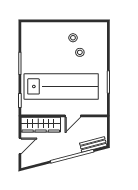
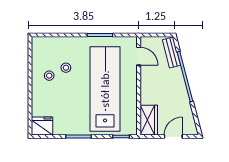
fridge: (29, 31) -> (42, 126), added
door: (73, 116) -> (139, 56), moved
wardrobe: (41, 125) -> (149, 120), width x0.67
door: (20, 146) -> (173, 137), hinge flipped

